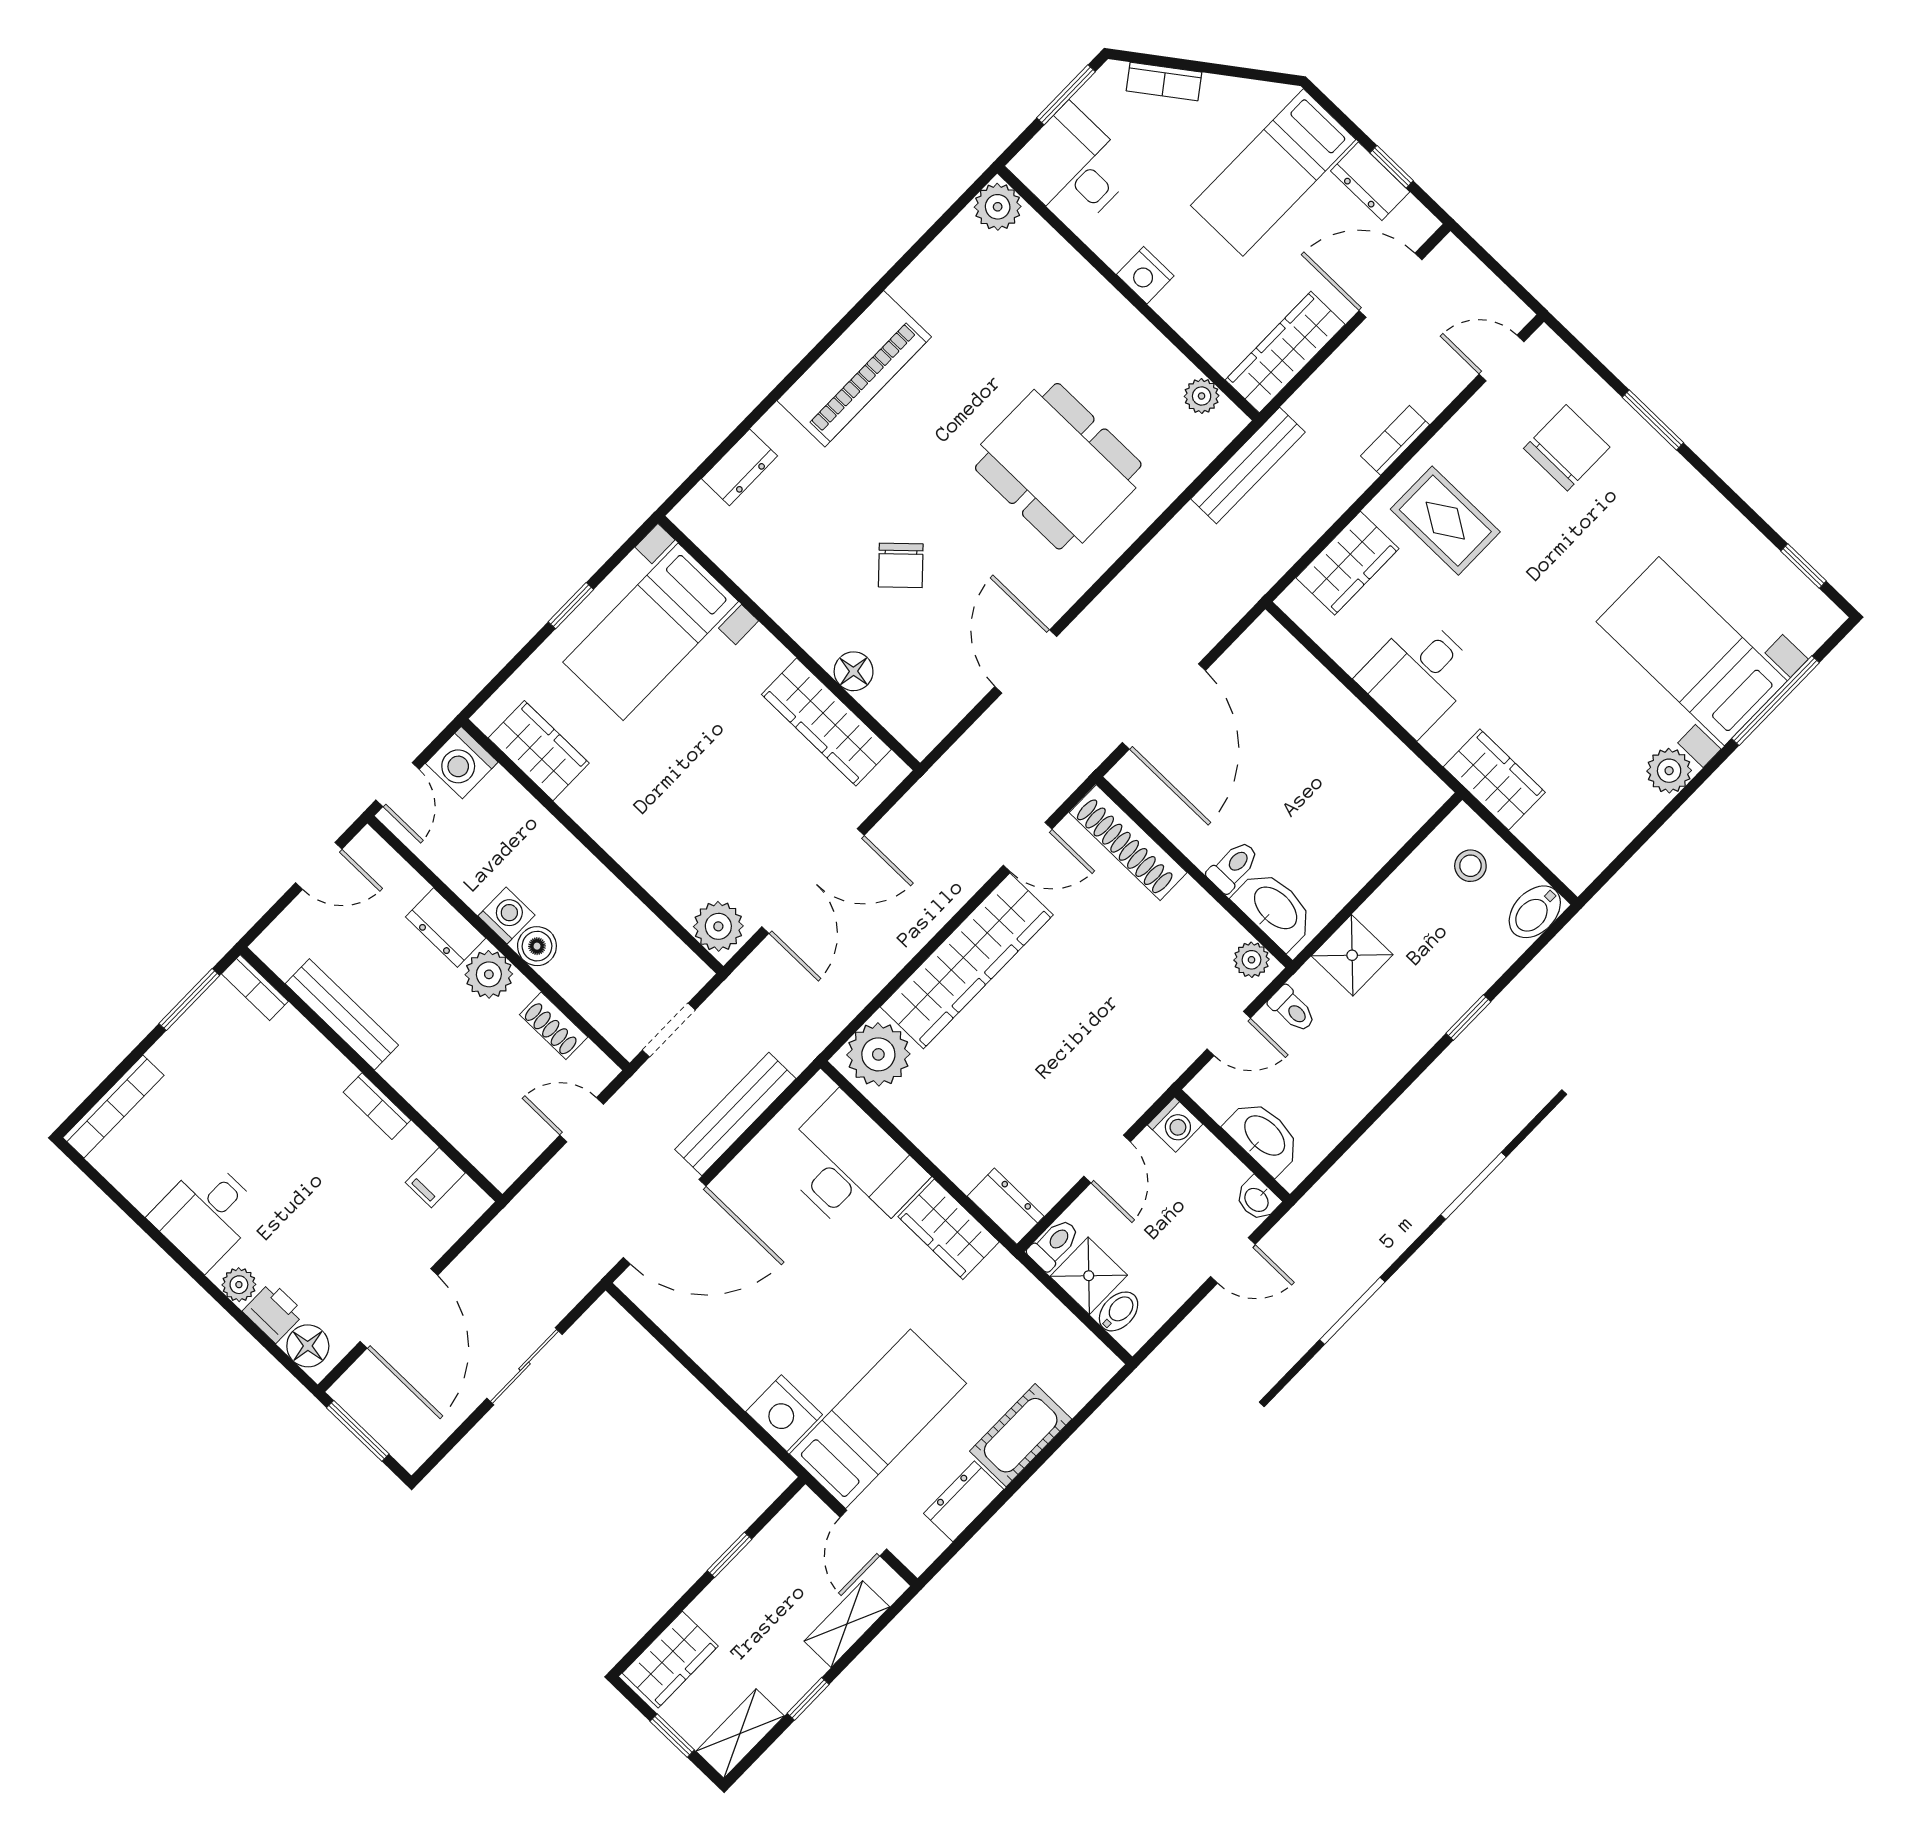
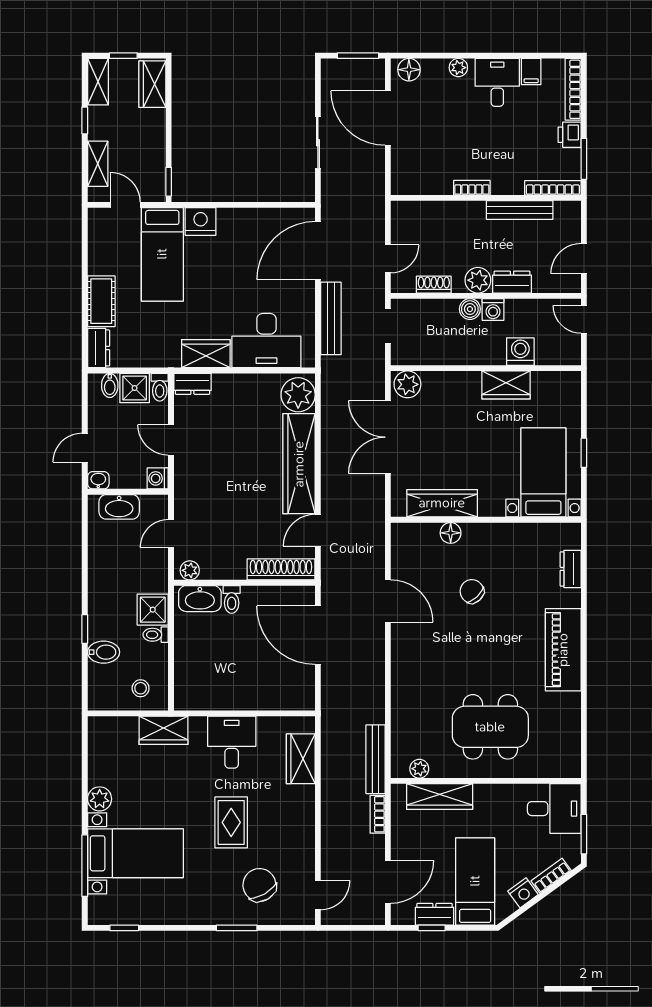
plant: (998, 207) -> (568, 766), removed
nightstand: (1145, 275) -> (523, 893), moved, turned 144
wardrobe: (1285, 352) -> (440, 797), moved, turned 90
bookcase: (1395, 440) -> (378, 814), moved, turned 180
chair: (1567, 448) -> (259, 885), turned 150
dining table: (1058, 466) -> (490, 727), moved
rug: (1445, 521) -> (231, 822), moved, turned 90
wardrobe: (539, 751) -> (506, 385), moved
washing machine: (462, 763) -> (520, 352), moved
bidet: (1535, 912) -> (104, 652), moved, turned 90
bookcase: (255, 988) -> (553, 188), width x1.56
toilet: (1292, 1009) -> (156, 635), moved
filing cabinet: (435, 1178) -> (531, 72), moved, turned 180
printer: (274, 1312) -> (570, 135), moved, turned 90
dresser: (964, 1501) -> (99, 348), moved
window: (729, 1555) -> (169, 182), moved

